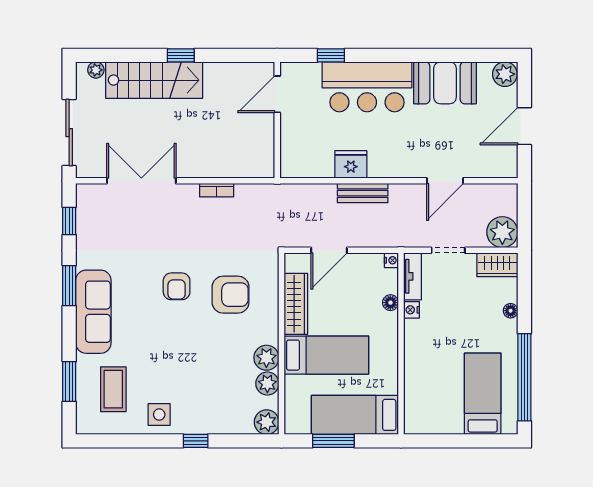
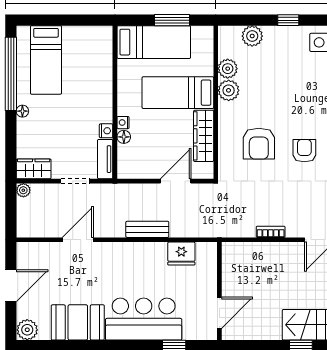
fridge: (351, 164) -> (181, 254), moved
plant: (502, 232) -> (23, 190), width x0.53, depth x0.53
nightstand: (391, 260) -> (123, 123), moved
armchair: (231, 295) -> (259, 144), turned -90
floor lamp: (511, 311) -> (22, 111), moved
plant: (267, 422) -> (252, 36), moved

